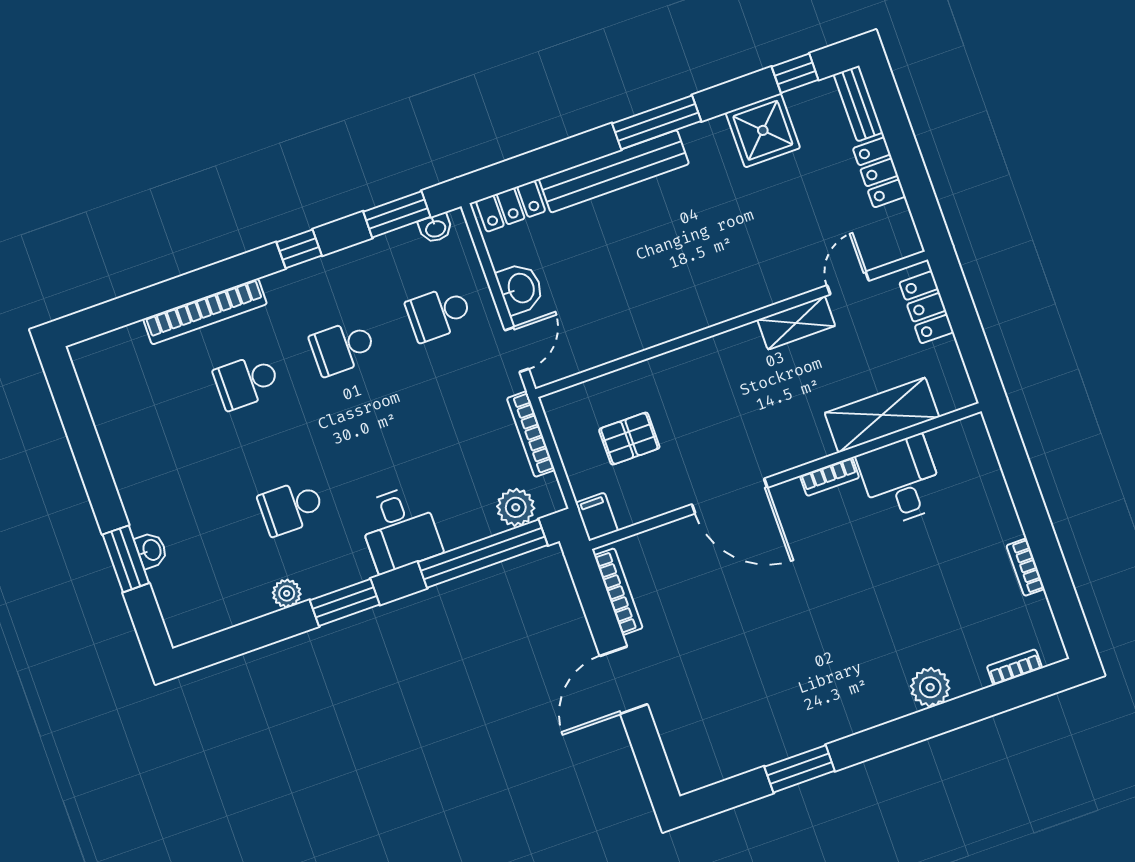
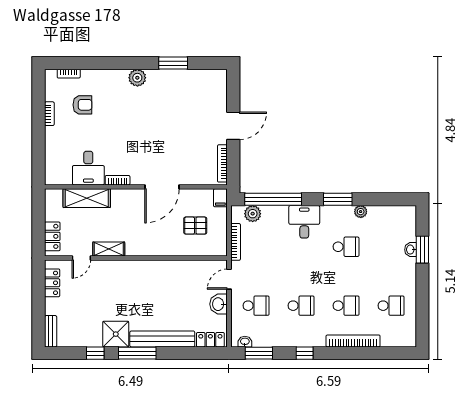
window: (795, 73) -> (95, 353), moved
shower: (763, 130) -> (116, 334), moved
locker: (879, 172) -> (52, 283), moved
school desk: (150, 416) -> (391, 306), added
door: (730, 496) -> (162, 187), swing flipped
armchair: (962, 611) -> (82, 105), added
plant: (930, 687) -> (137, 78), moved

